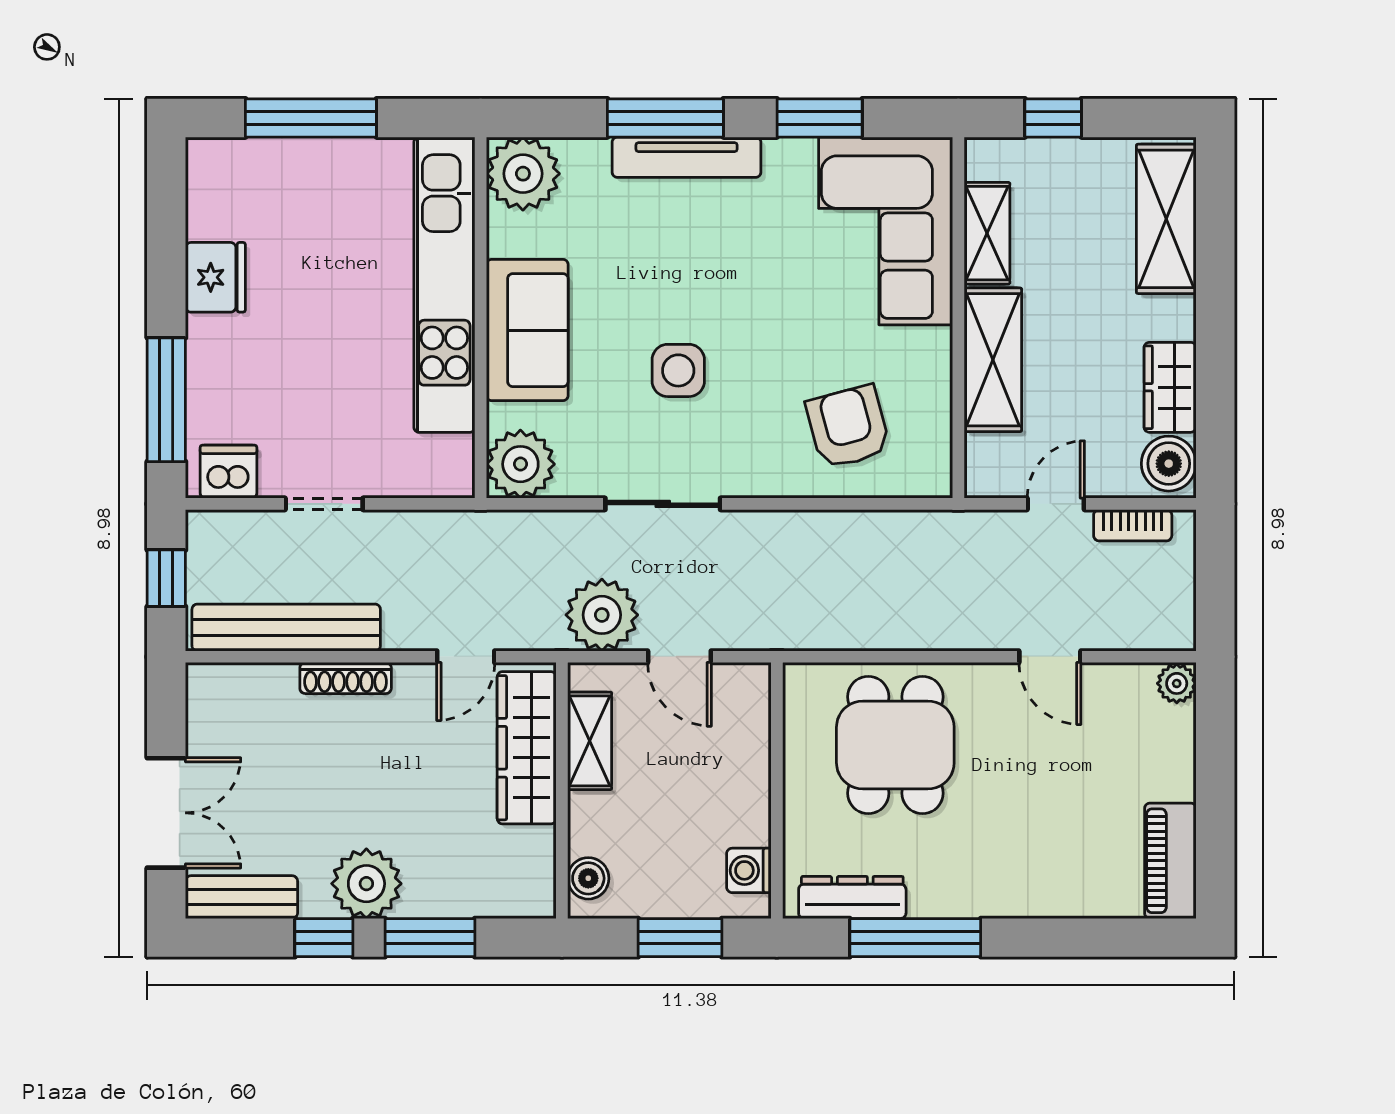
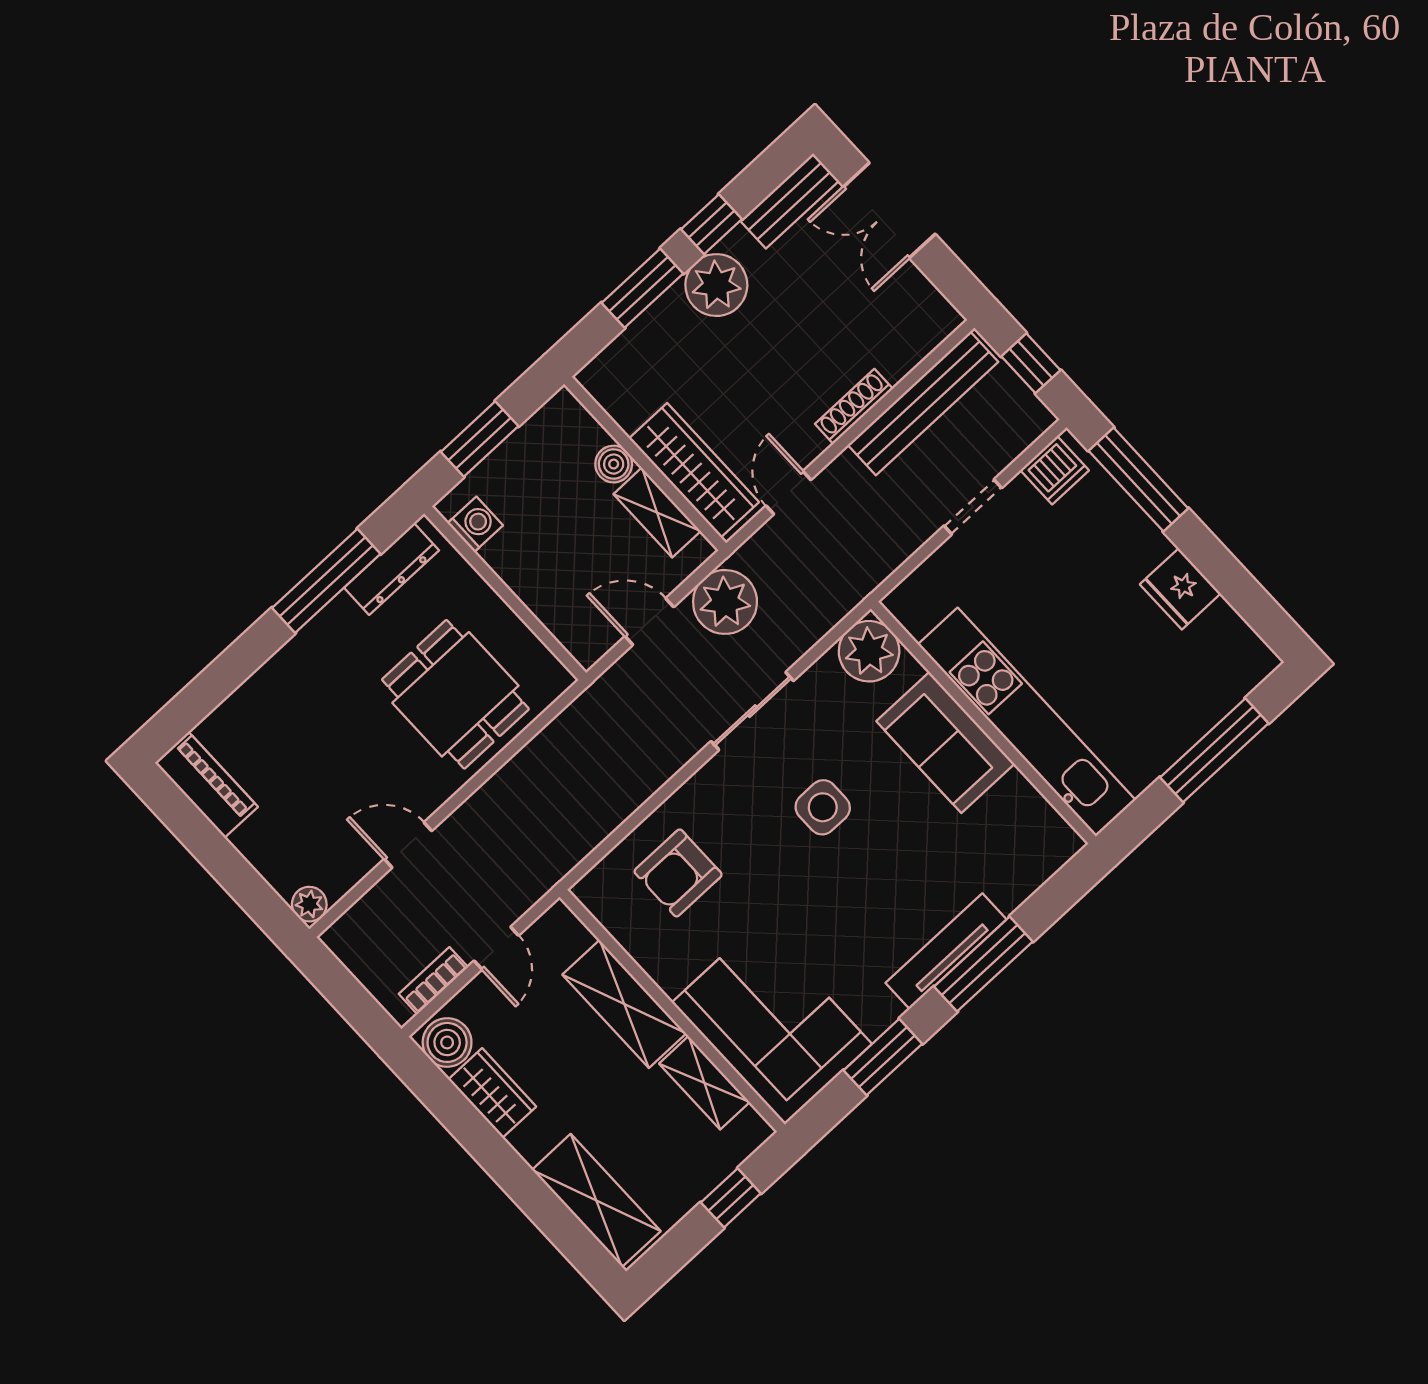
plant: (523, 174) -> (1043, 842), removed
armchair: (848, 427) -> (678, 873), turned 105
boiler: (588, 878) -> (614, 464), moved

